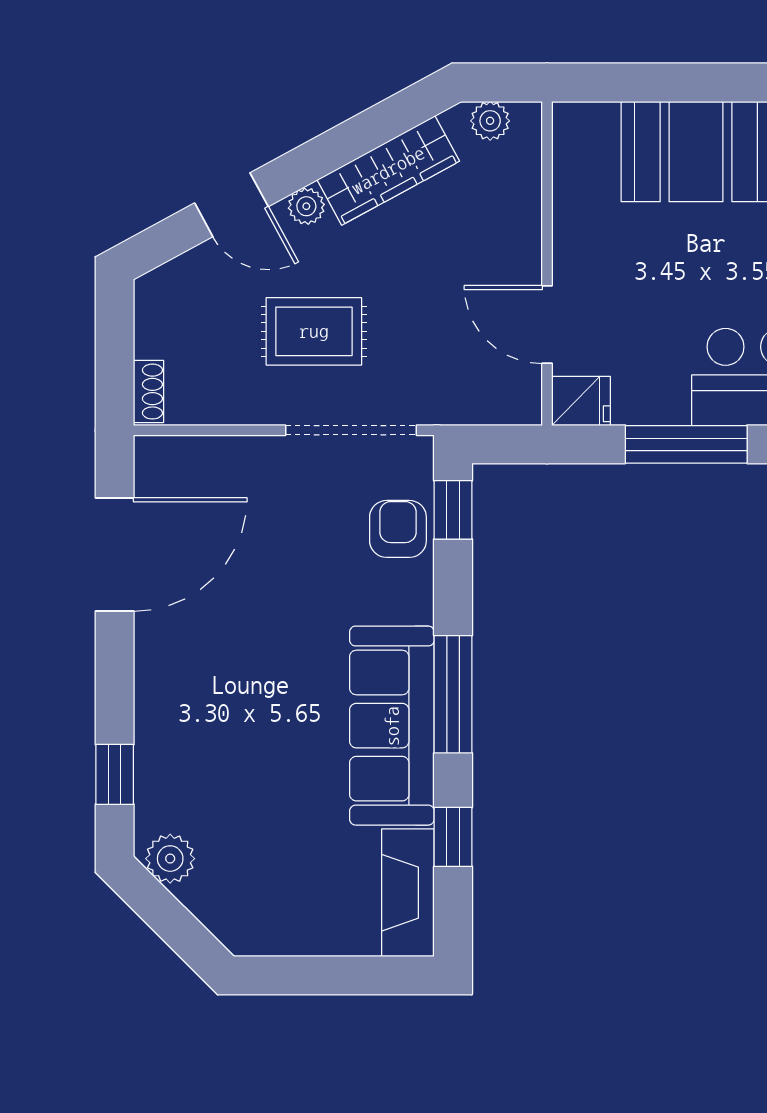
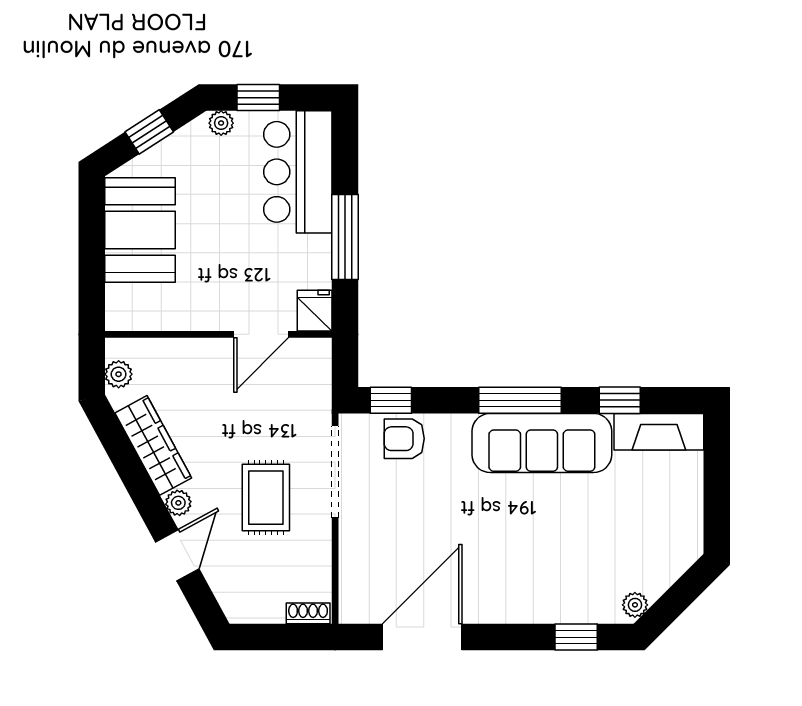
door: (115, 554) -> (422, 637), hinge flipped
plant: (170, 859) -> (635, 605), width x0.73, depth x0.73

